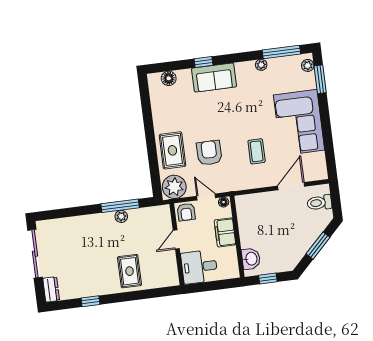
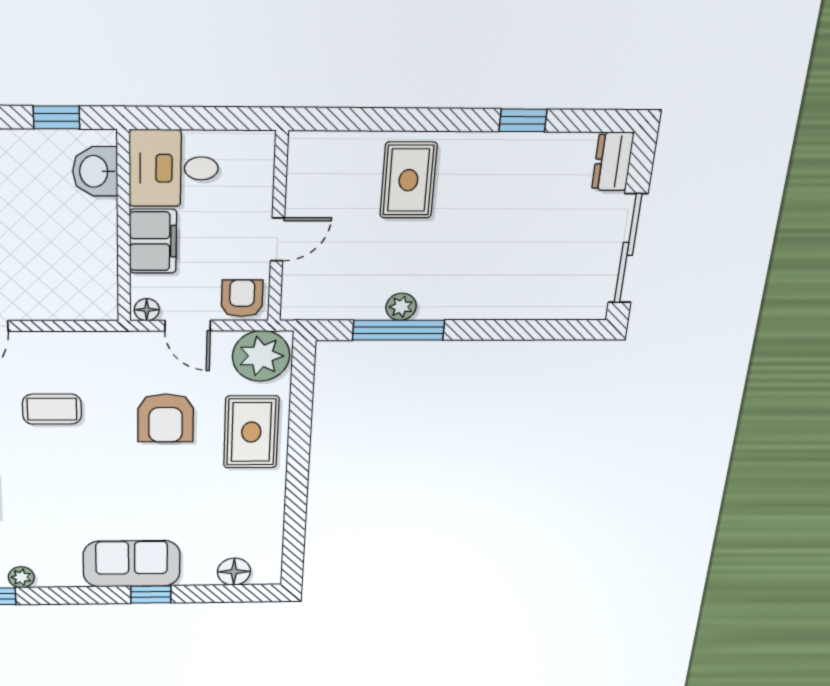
coffee table: (257, 151) -> (52, 409), turned 90
desk: (199, 267) -> (174, 168), moved, turned 180

